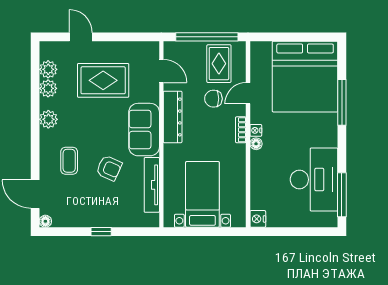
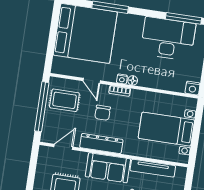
chair: (213, 99) -> (103, 113), moved

